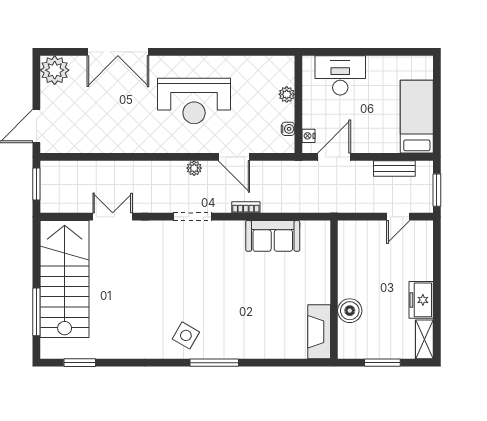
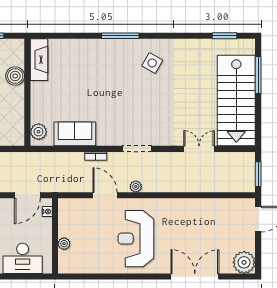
reception desk: (194, 101) -> (136, 239), turned -90
water cooler: (288, 129) -> (63, 217), removed
double door: (113, 217) -> (199, 149), swing flipped
plant: (320, 239) -> (39, 132), added
side table: (186, 335) -> (152, 63), moved

